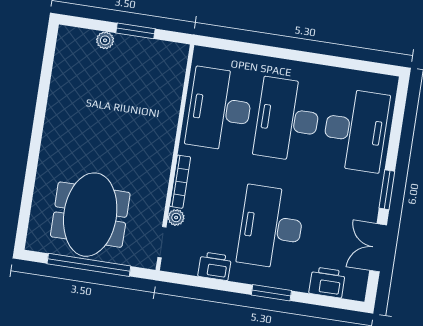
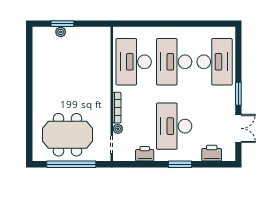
window: (136, 31) -> (62, 24), moved
meeting table: (90, 215) -> (68, 135), turned 90
double door: (378, 248) -> (238, 128), swing flipped

